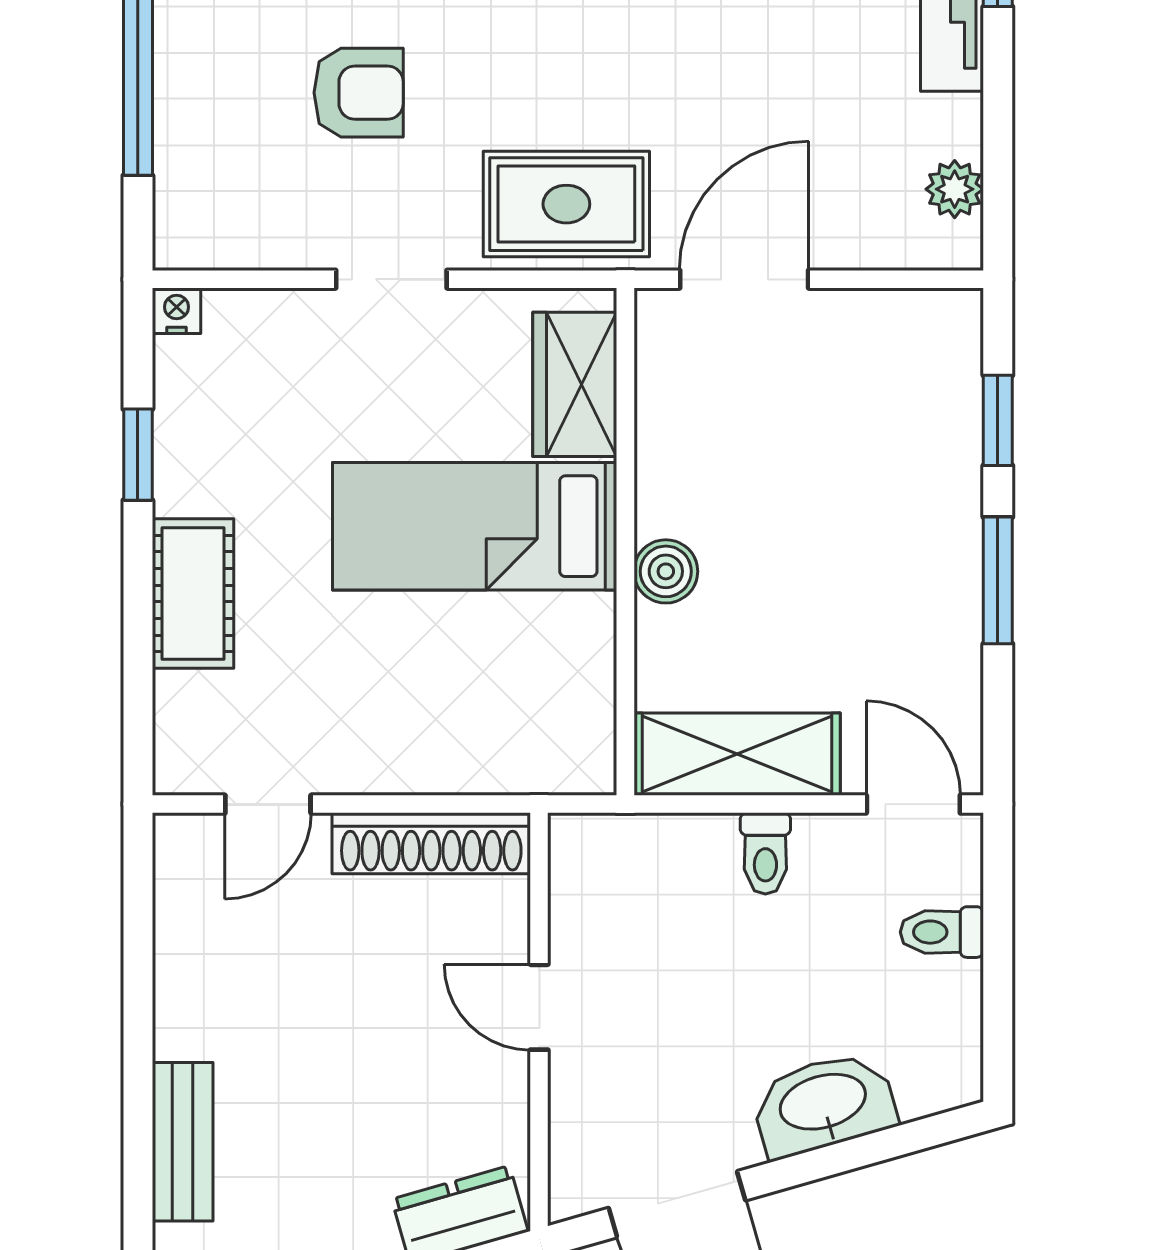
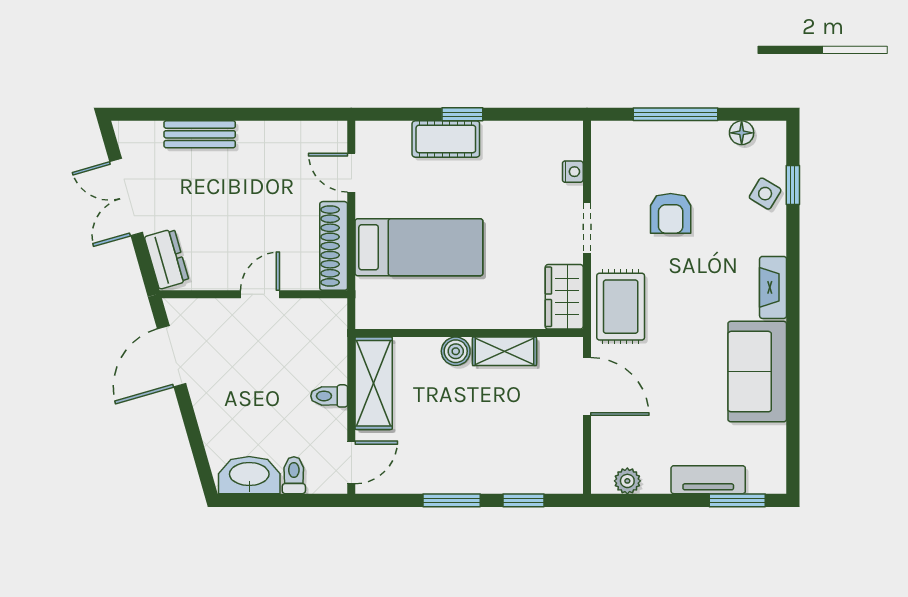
nightstand: (176, 311) -> (573, 172), moved
wardrobe: (575, 384) -> (564, 297), moved, turned -90
window: (138, 455) -> (462, 114), moved
shelving: (666, 463) -> (504, 351), added
bed: (475, 526) -> (419, 247), moved, turned 90
washbasin: (823, 1104) -> (249, 475), moved, turned -74

